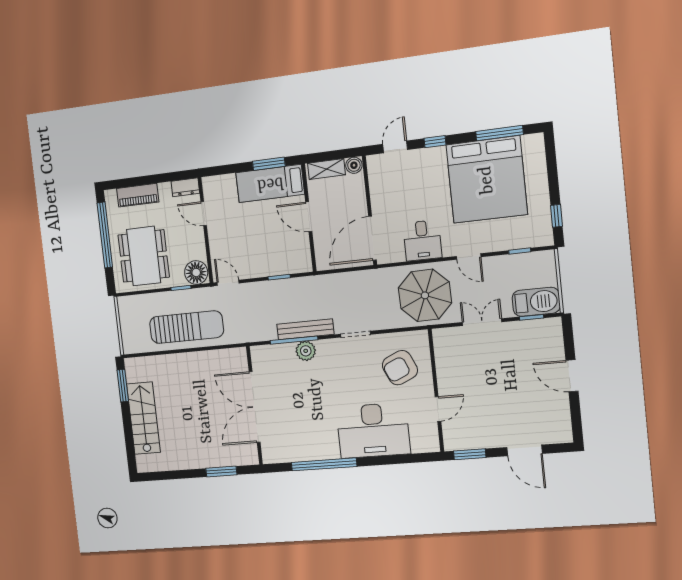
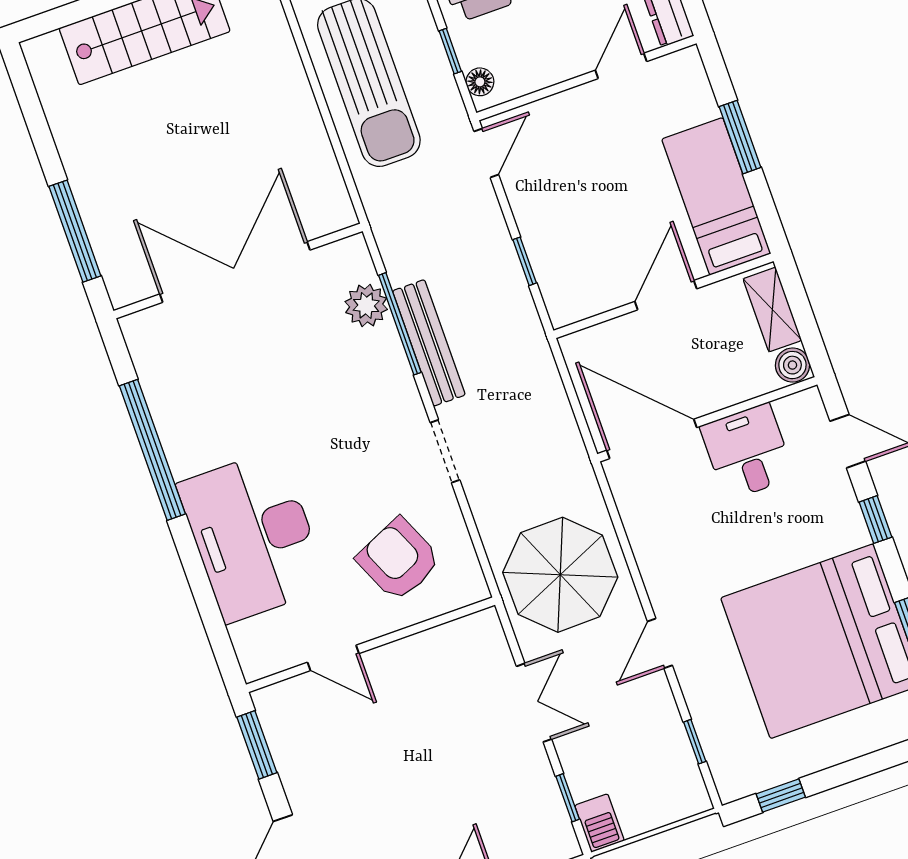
window: (269, 164) -> (740, 137), moved
desk: (422, 240) -> (747, 452), moved, turned 90
floor lamp: (196, 273) -> (480, 82), width x0.53, depth x0.53
barbecue: (536, 302) -> (599, 823), width x0.53, depth x0.65
plant: (306, 351) -> (366, 305), moved
window: (221, 472) -> (75, 231), width x1.44

